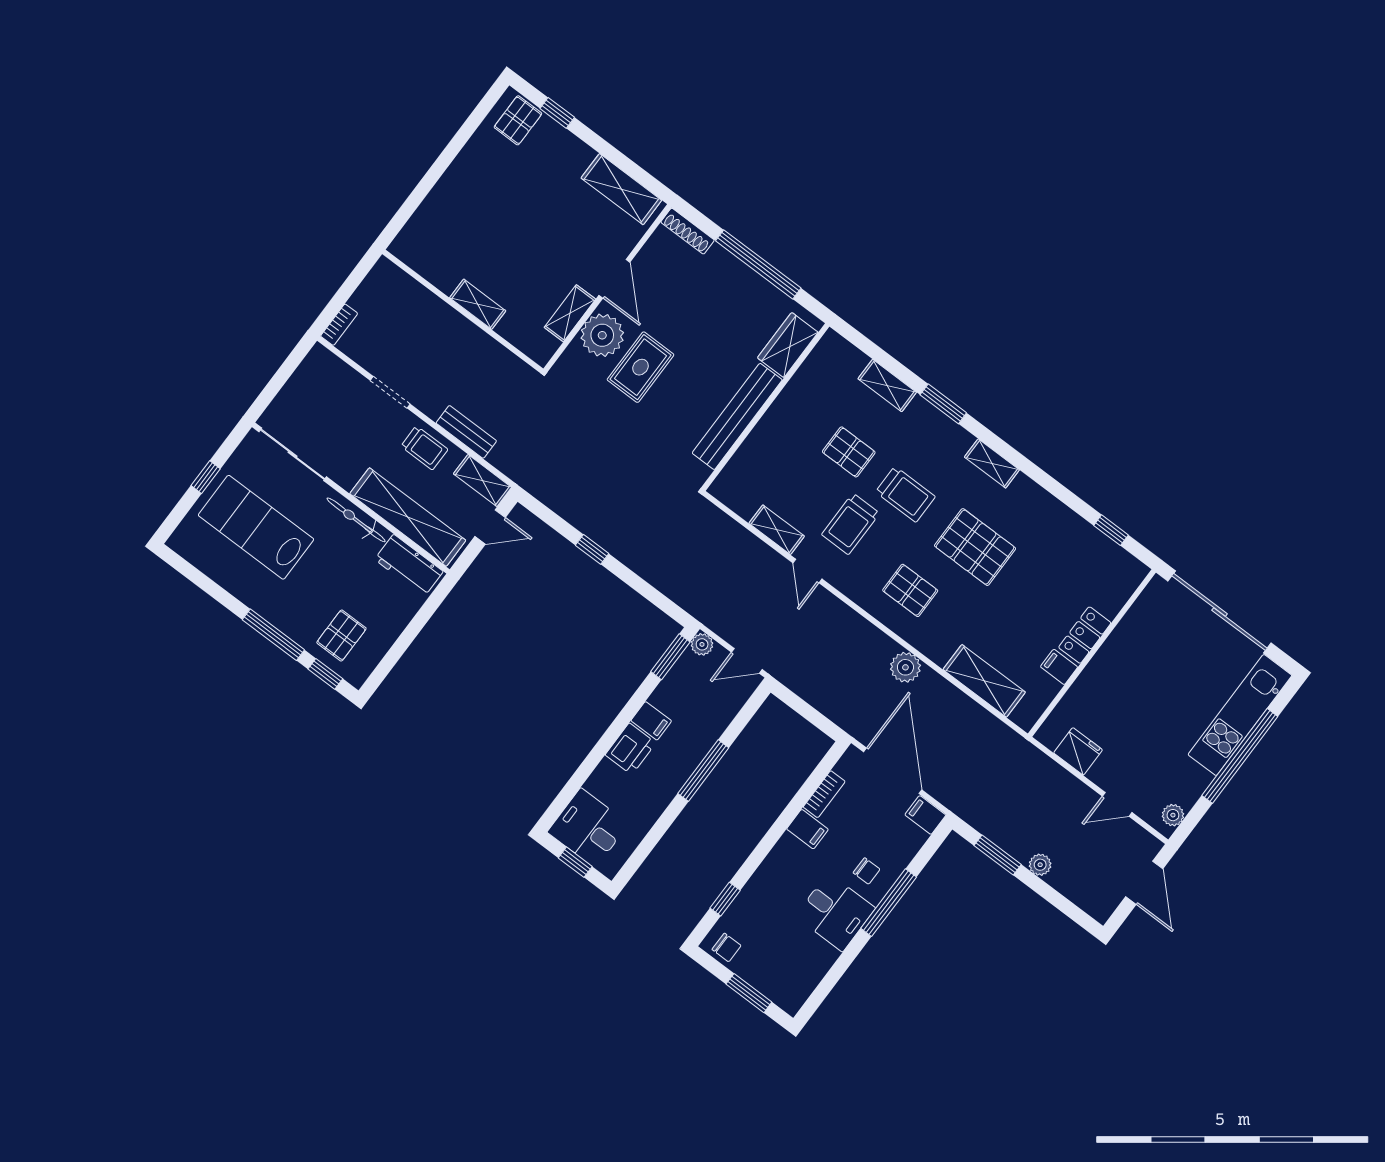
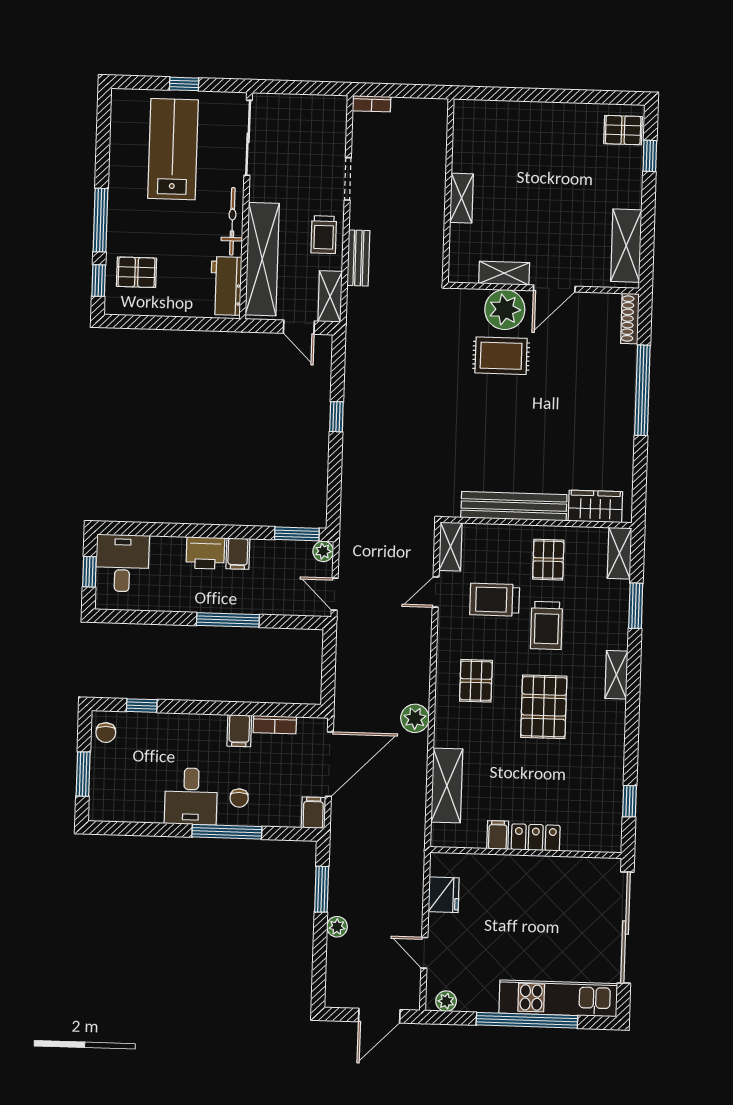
wardrobe: (788, 345) -> (595, 506), moved
wall: (765, 407) -> (536, 522), moved
bench: (737, 416) -> (514, 506), moved

